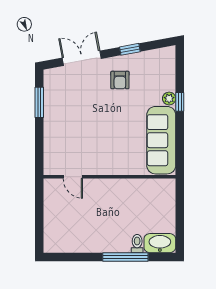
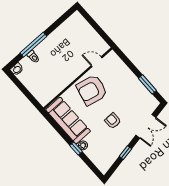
armchair: (120, 80) -> (113, 121), moved
armchair: (106, 150) -> (92, 90), added
washbasin: (160, 243) -> (17, 69), width x0.52, depth x0.69

